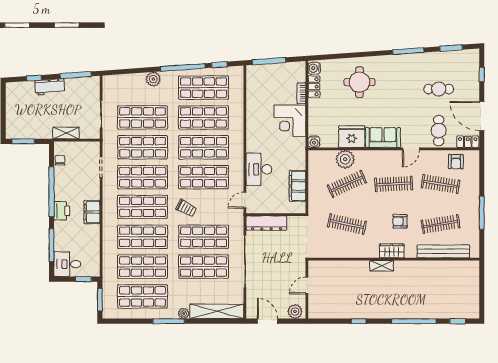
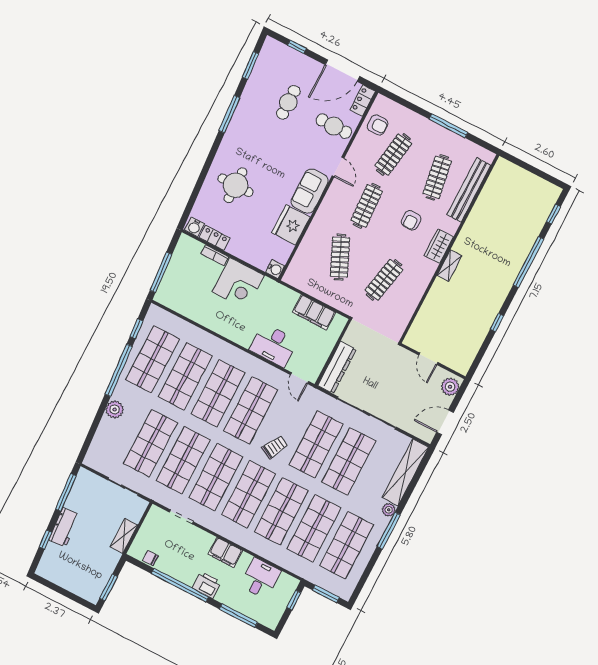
plant: (345, 159) -> (312, 245), removed
desk: (67, 264) -> (260, 578), moved, turned 180

